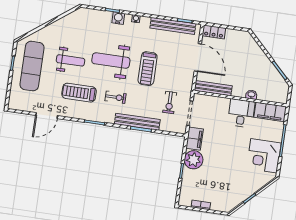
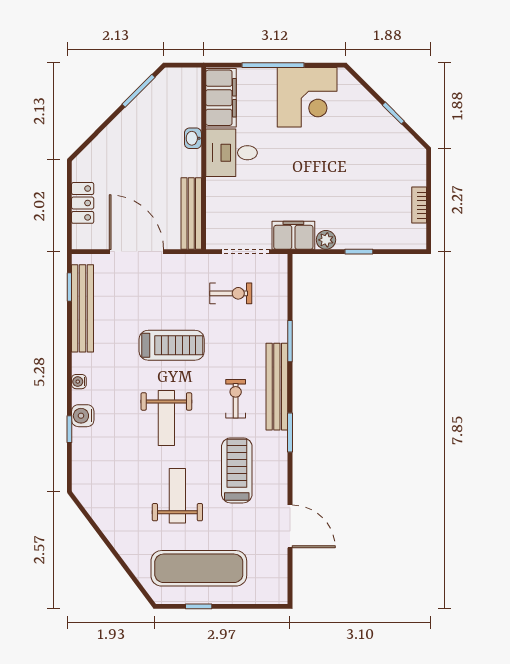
locker: (214, 32) -> (83, 203), moved
door: (198, 57) -> (136, 252), hinge flipped
weight bench: (111, 61) -> (166, 418), width x0.73, depth x0.75
treadmill: (79, 93) -> (237, 470), turned 180
bench: (137, 122) -> (277, 387), moved
plant: (194, 160) -> (326, 240), width x0.53, depth x0.53

